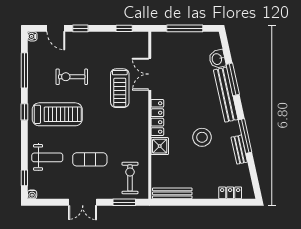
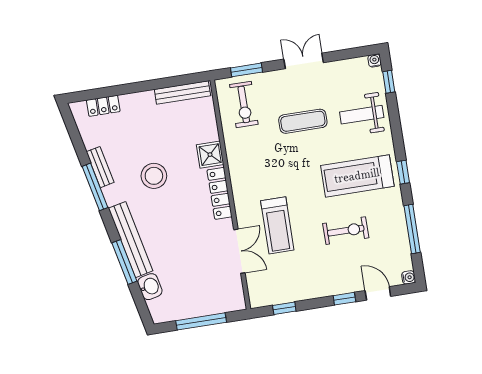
treadmill: (120, 88) -> (277, 225), turned 180

